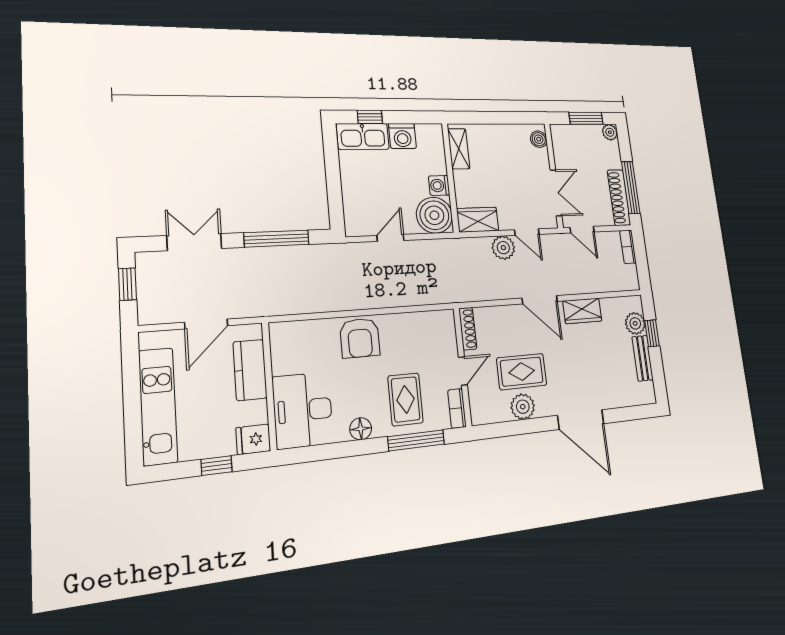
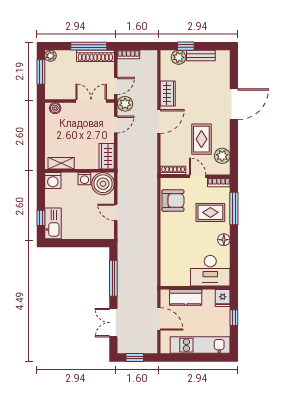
washing machine: (402, 136) -> (53, 180), moved, turned 90
plant: (503, 248) -> (125, 104), moved
armchair: (360, 338) -> (173, 201), moved
plant: (523, 407) -> (222, 156), moved

